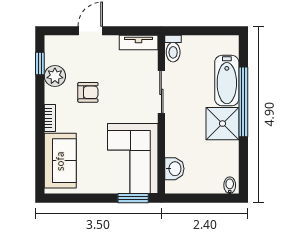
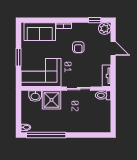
plant: (55, 76) -> (105, 29), moved
bathtub: (227, 81) -> (85, 126), removed
window: (243, 102) -> (46, 135), moved
shower: (222, 124) -> (51, 100), moved
window: (133, 198) -> (19, 57), moved

